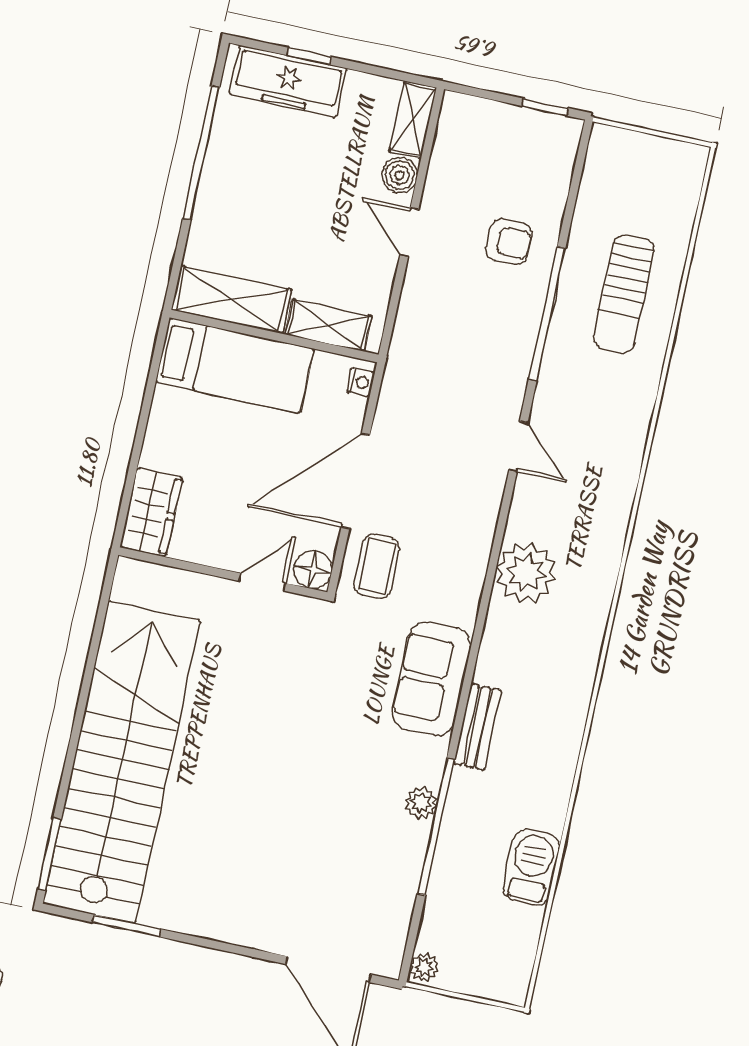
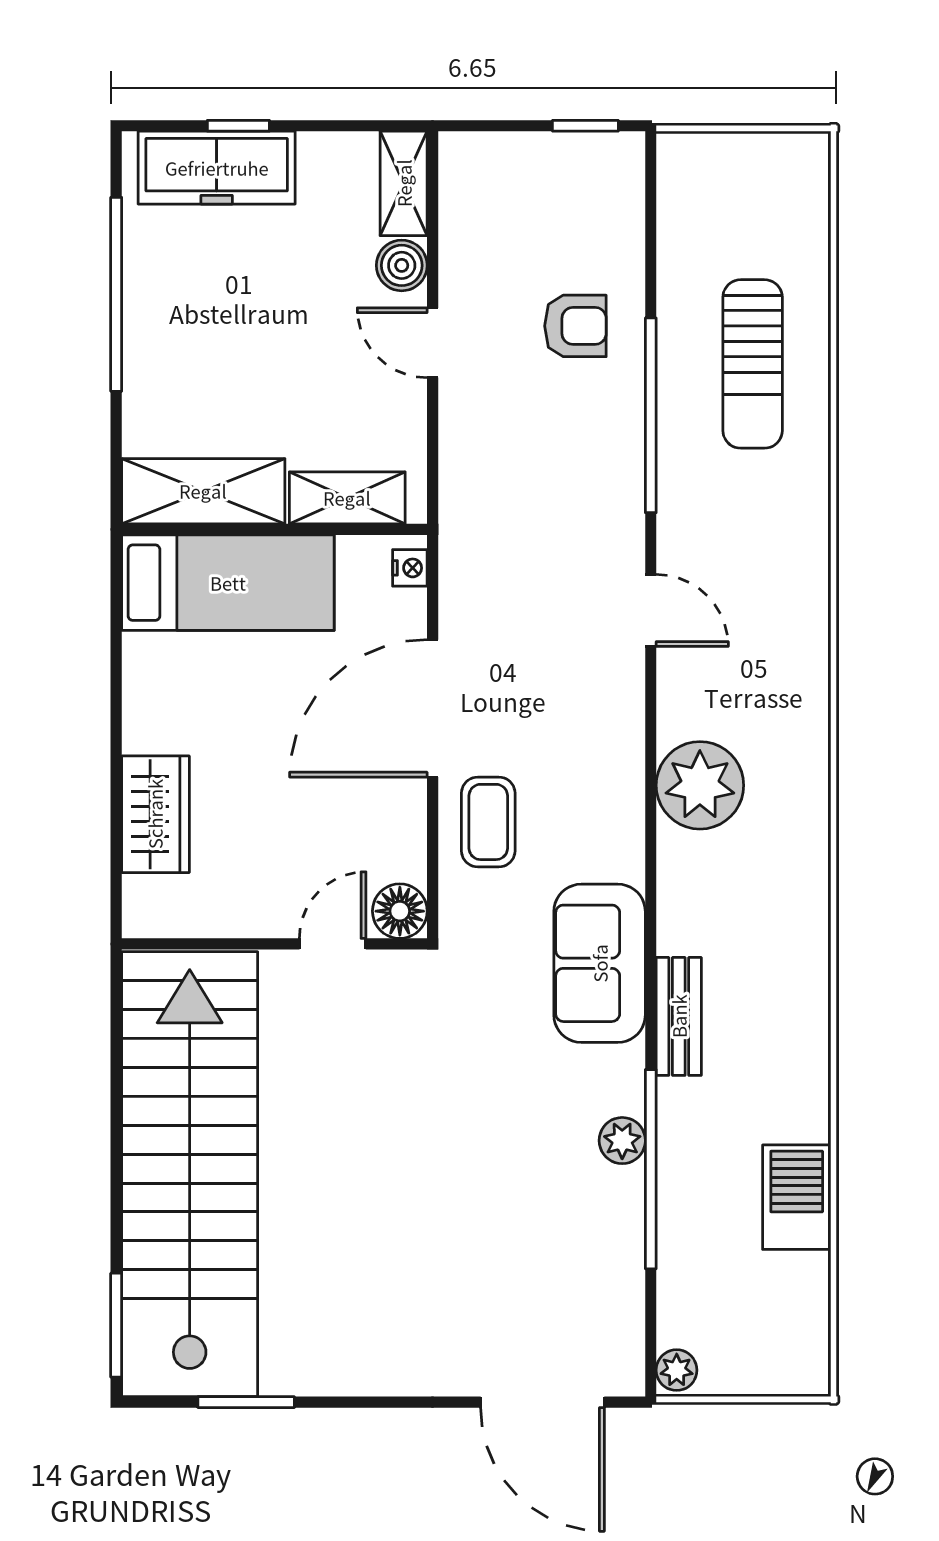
floor lamp: (313, 570) -> (400, 911), moved
wall: (223, 574) -> (274, 944), moved
door: (262, 582) -> (333, 944), moved

